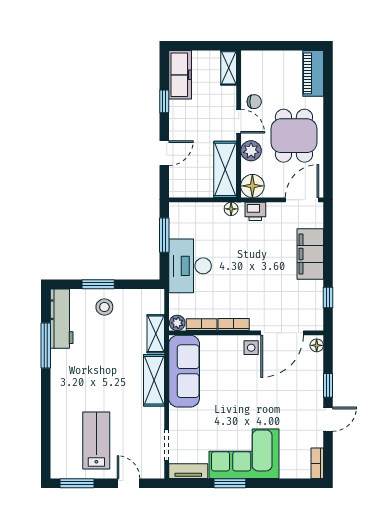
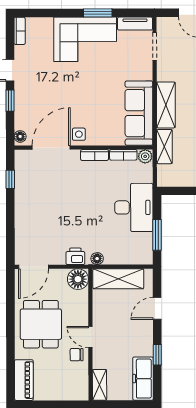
plant: (251, 151) -> (79, 311), removed
shelving: (225, 169) -> (118, 279), moved, turned 90
filing cabinet: (310, 254) -> (26, 218), removed

